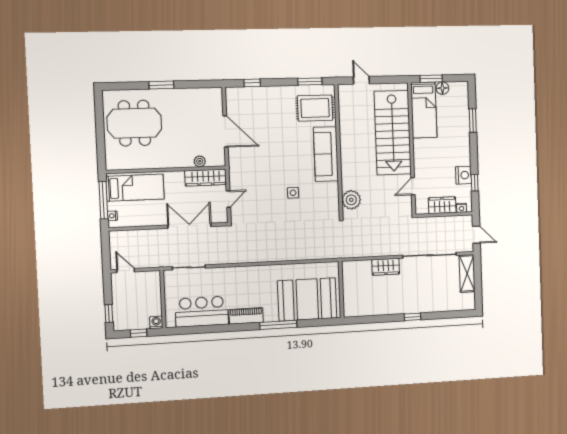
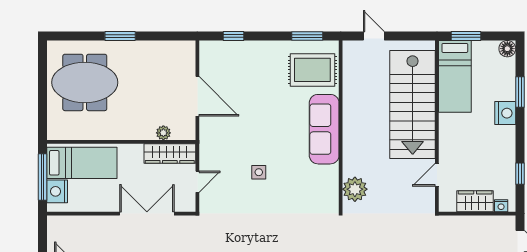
floor lamp: (442, 88) -> (507, 49), moved
nightstand: (463, 175) -> (505, 113), moved
side table: (293, 193) -> (259, 172), moved
nightstand: (112, 216) -> (57, 191), width x1.89, depth x1.79

